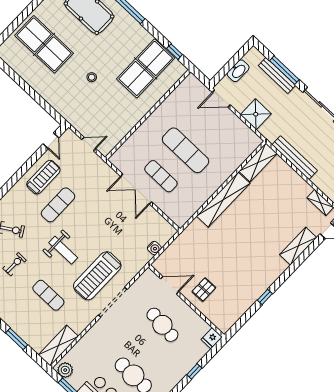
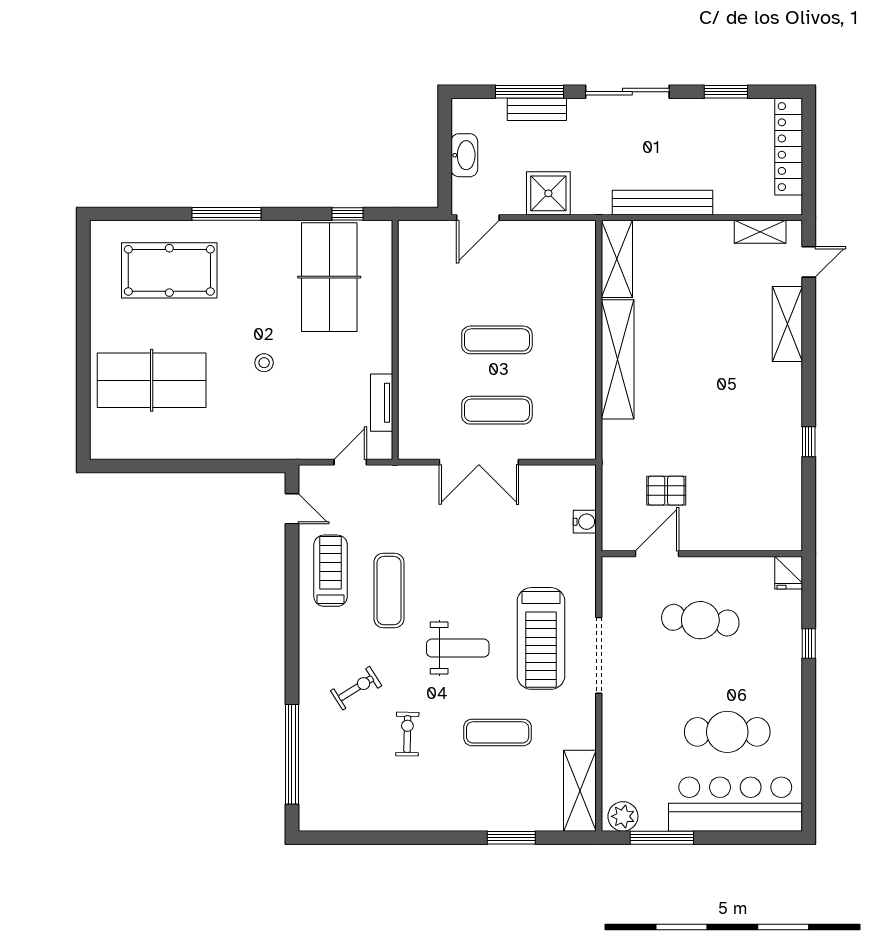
bench: (277, 75) -> (537, 109), width x0.73
tv unit: (121, 133) -> (382, 403), added
exercise mat: (186, 150) -> (497, 340), width x0.73, depth x0.69
pallet: (204, 290) -> (666, 491), moved, turned 90

